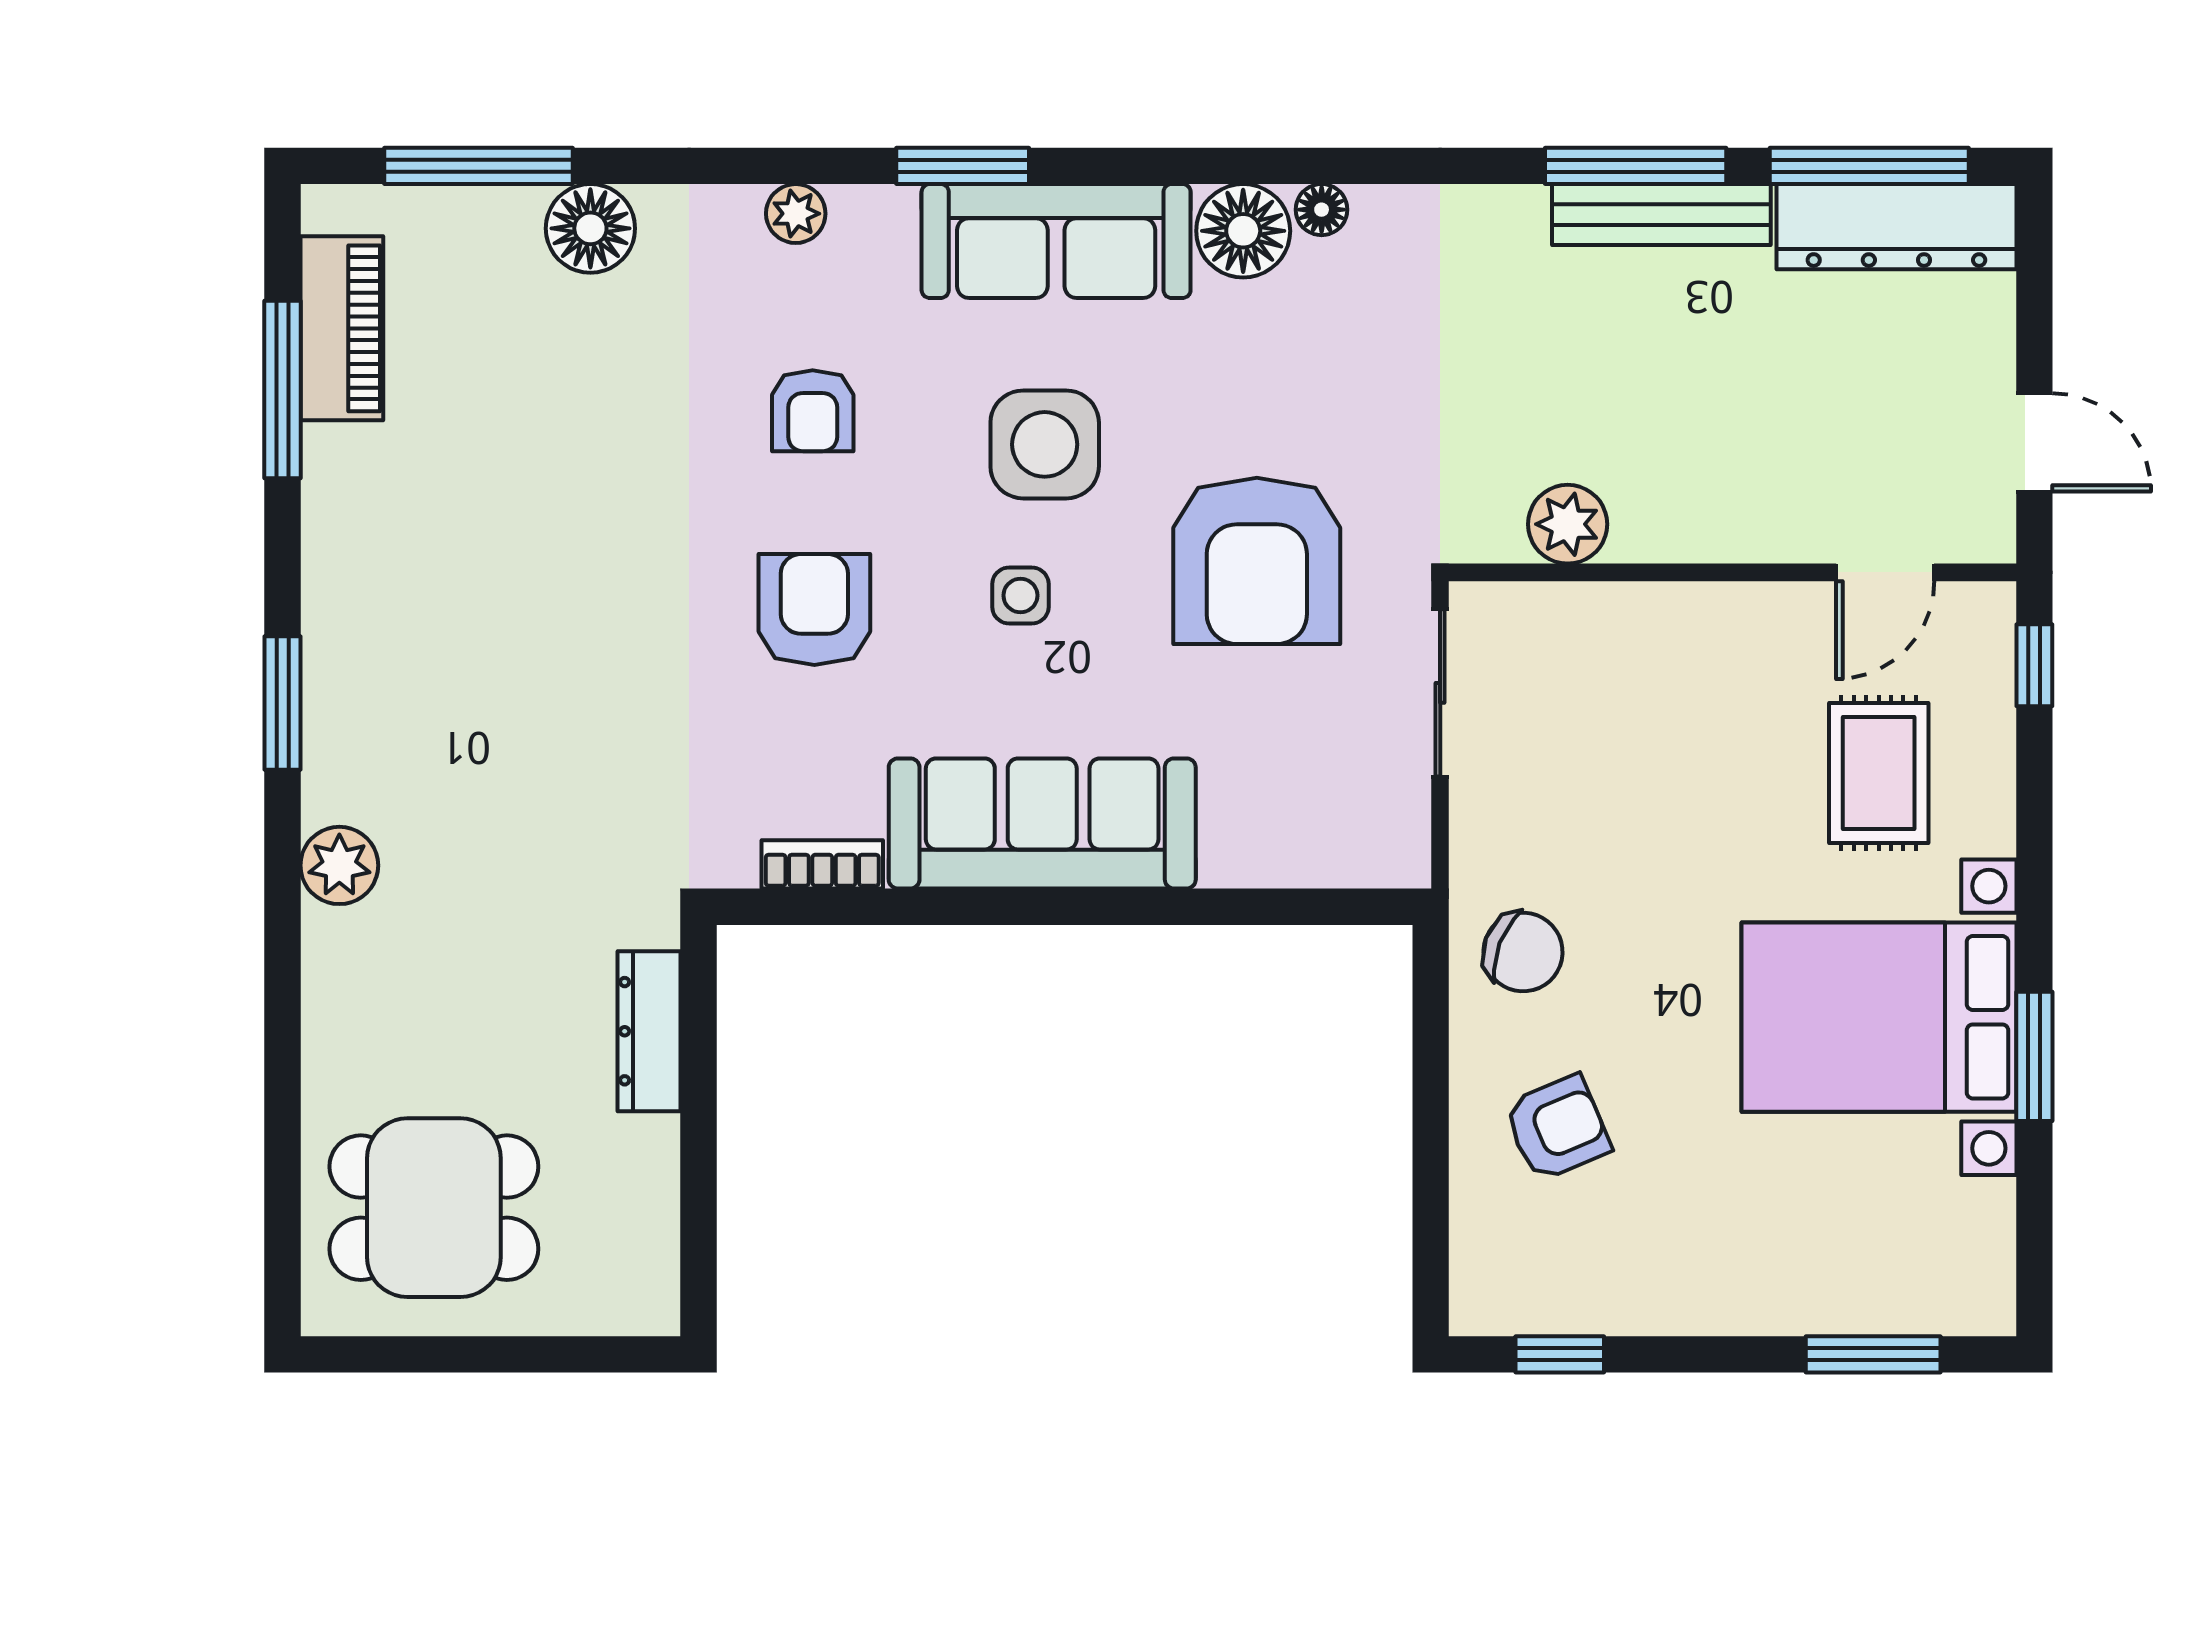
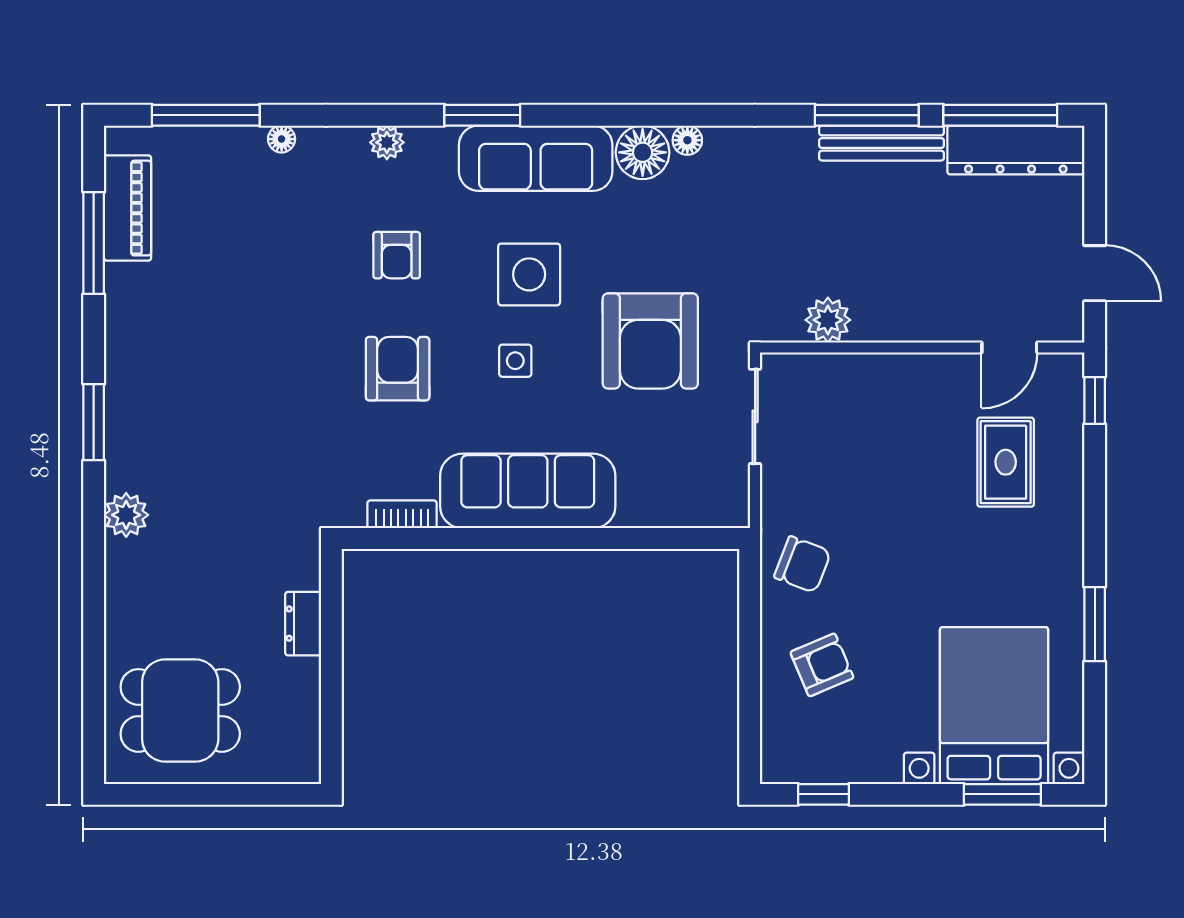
floor lamp: (590, 228) -> (282, 139), width x0.53, depth x0.53
bed with nightstands: (1879, 1017) -> (994, 706), moved, turned 90
dresser: (649, 1031) -> (303, 624), width x0.70

